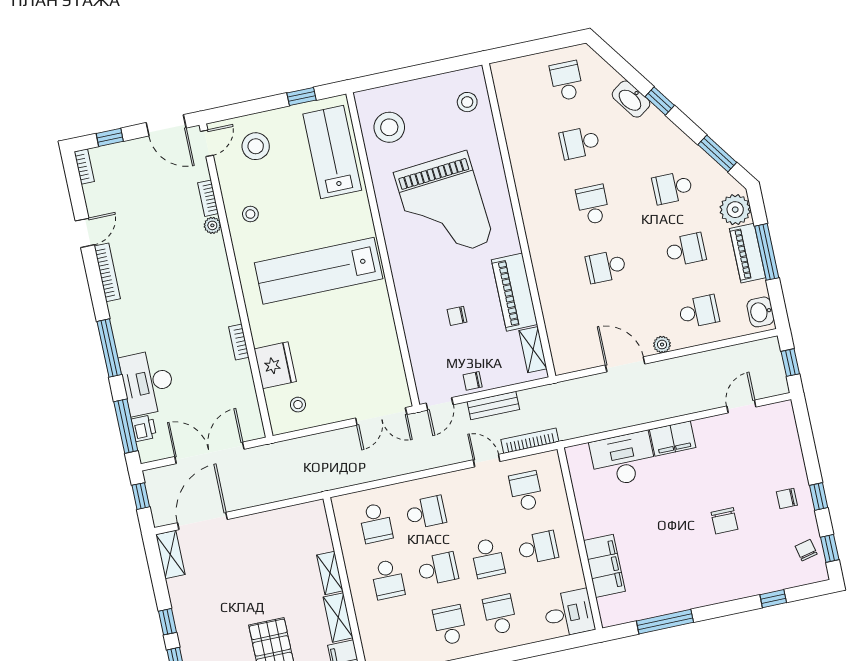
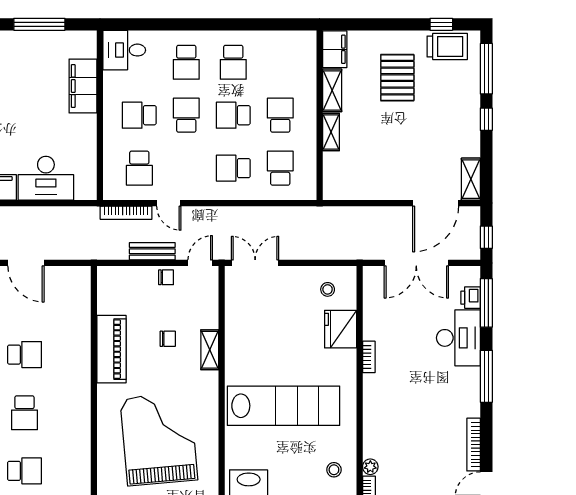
shelving: (533, 350) -> (210, 350), moved

